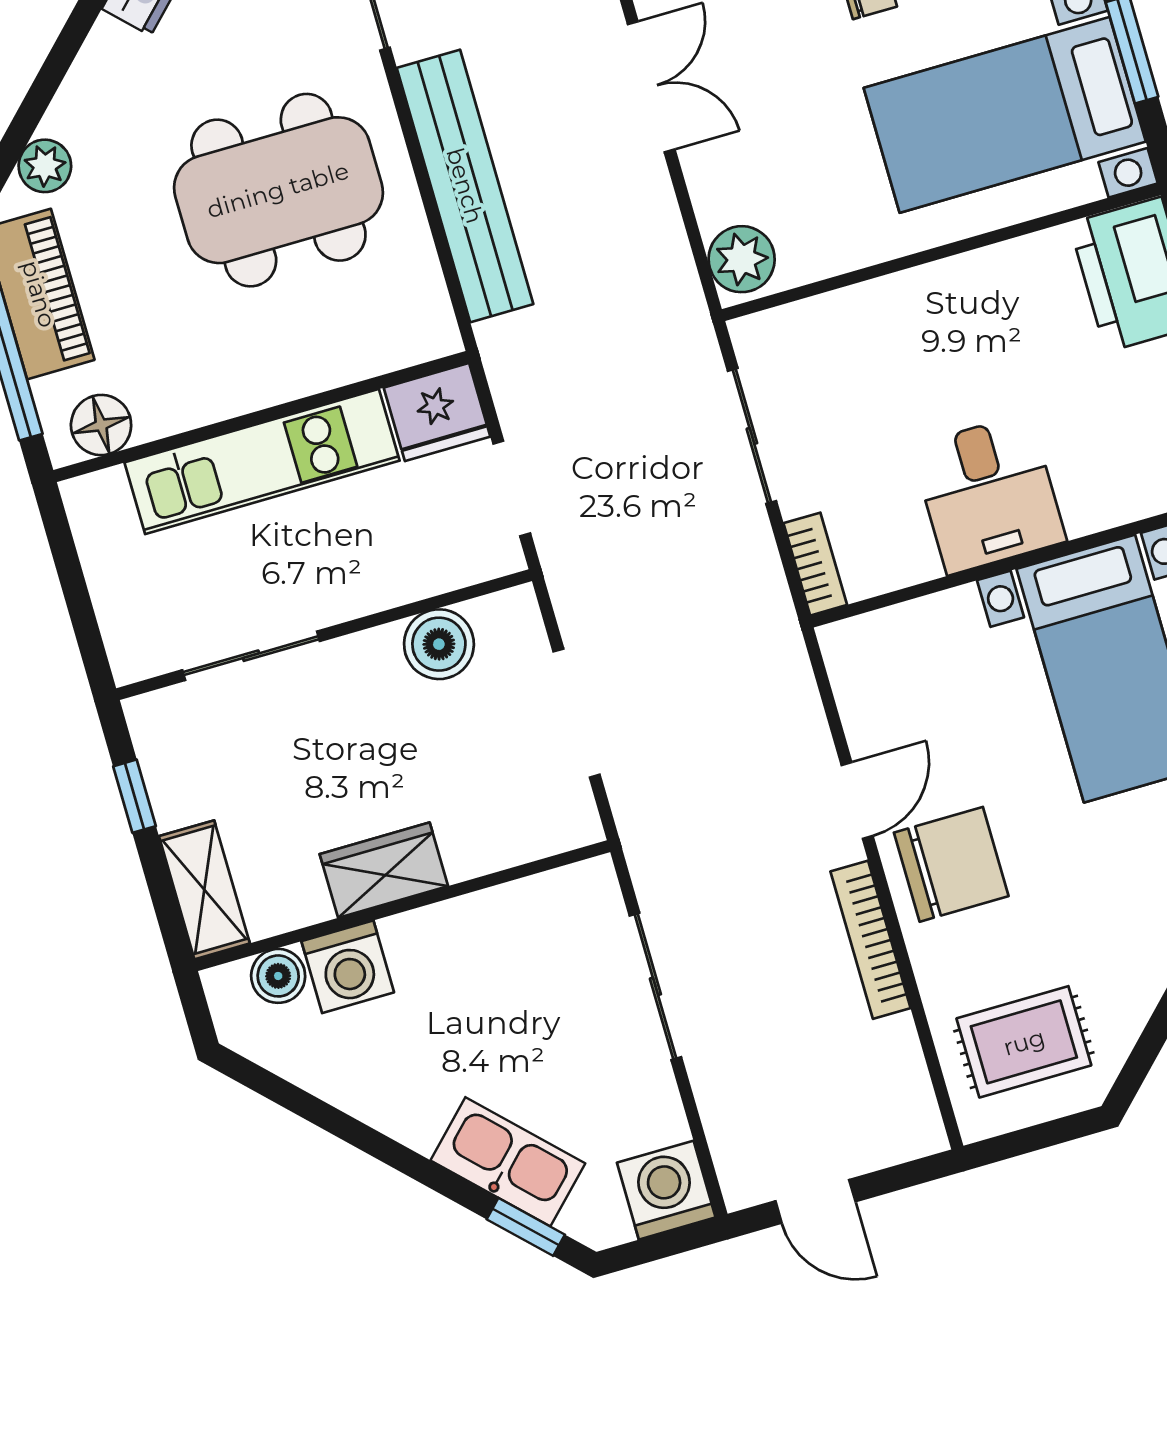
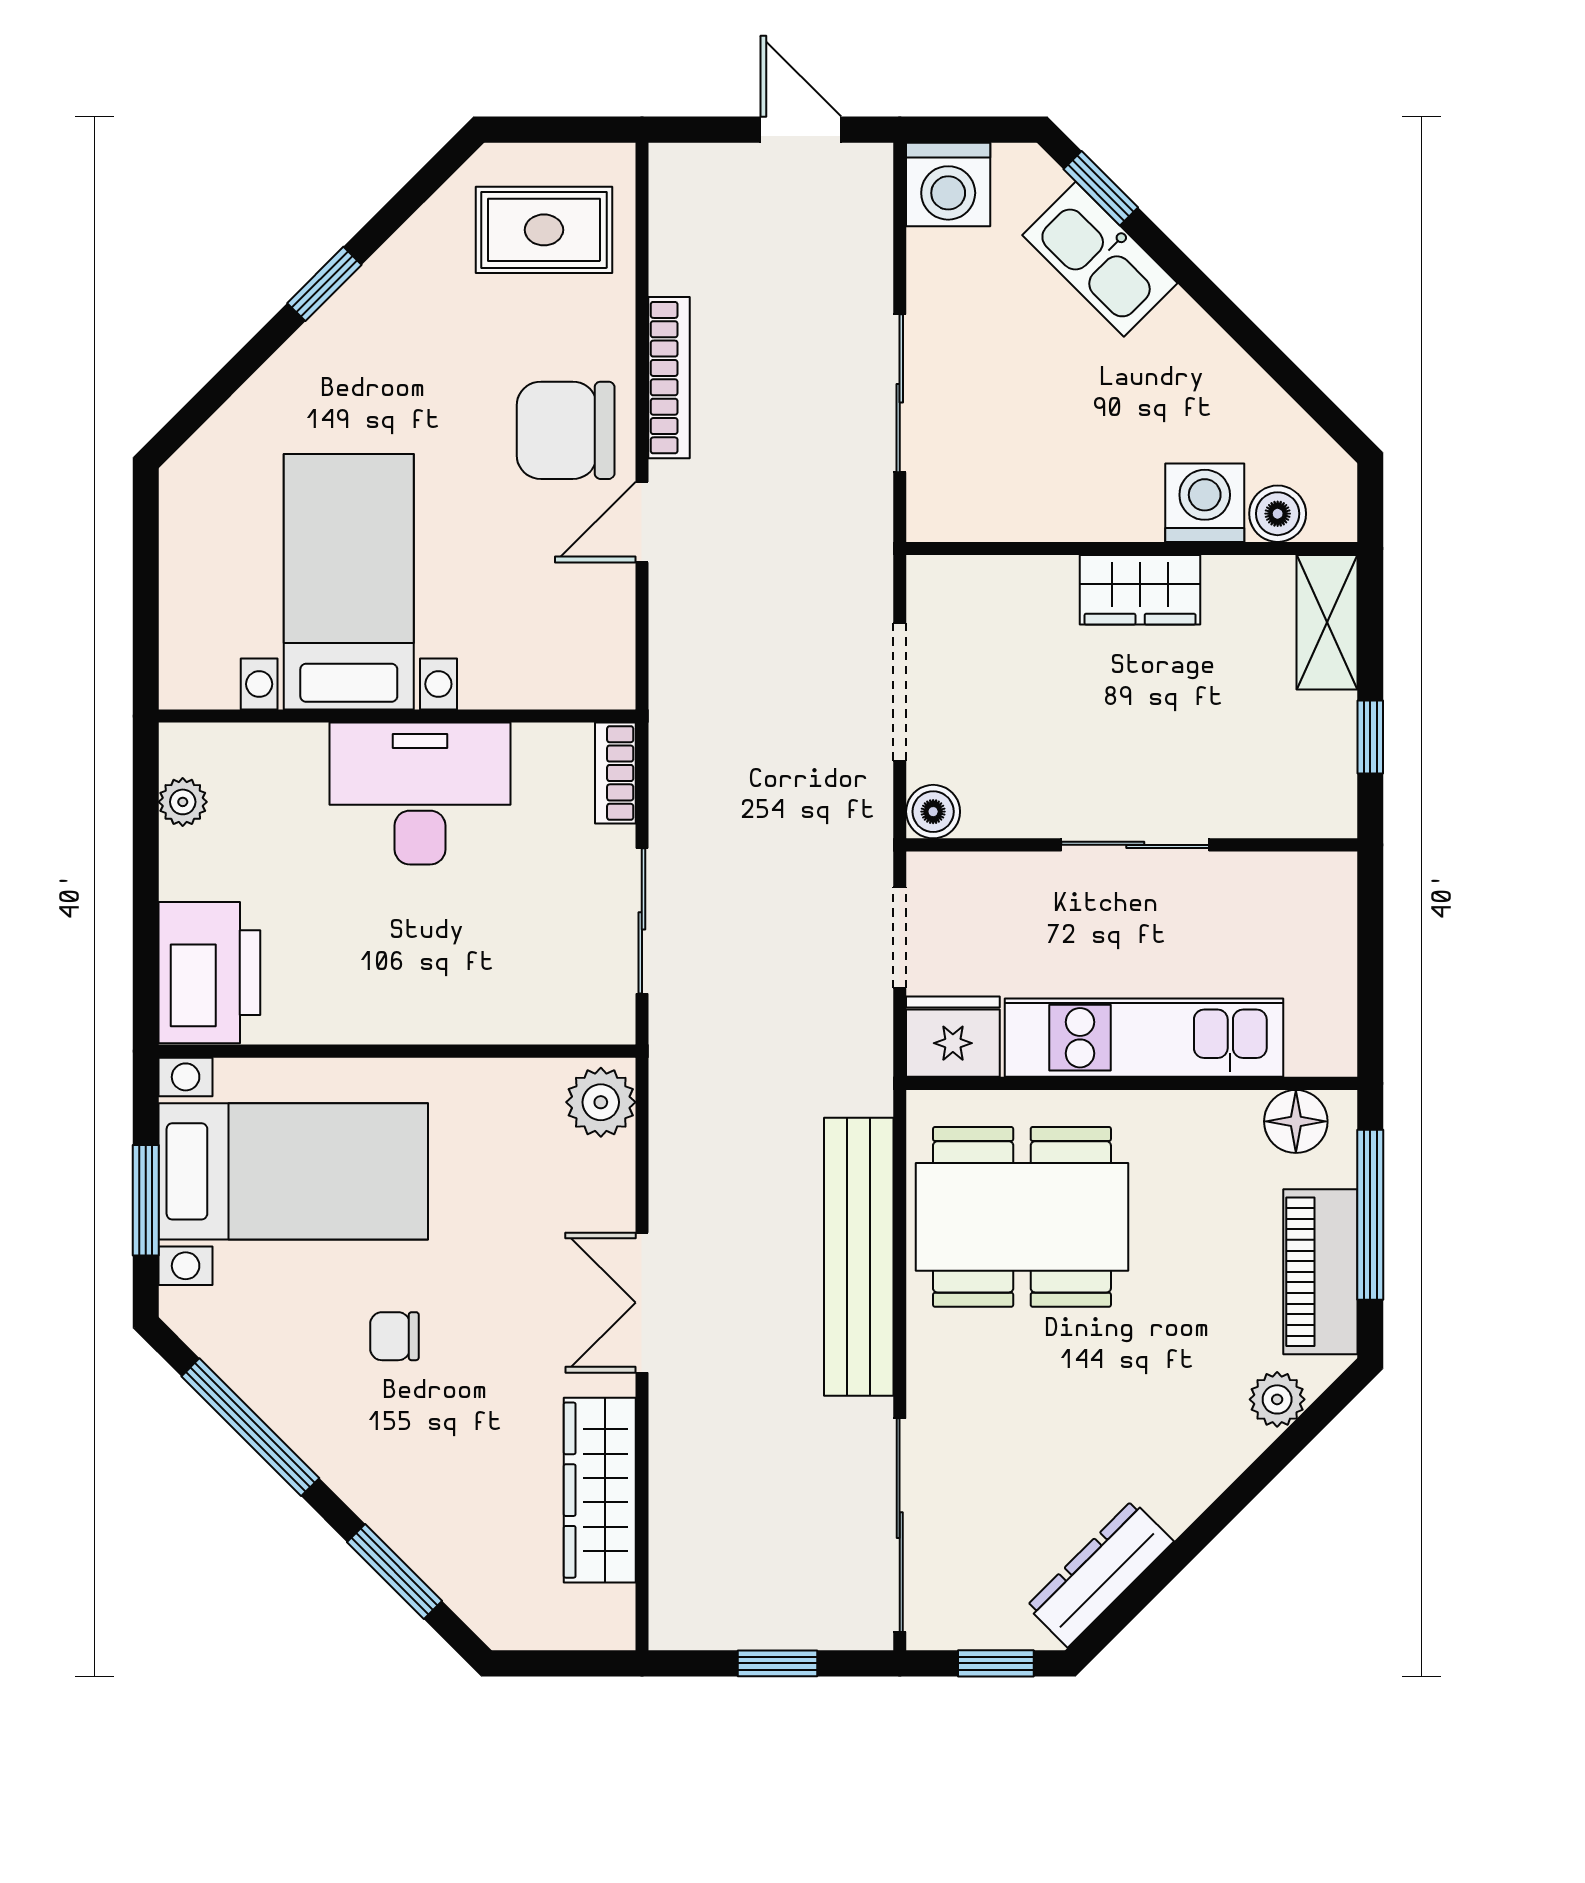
dining table: (278, 190) -> (1022, 1217), moved
desk: (989, 494) -> (420, 794), width x1.37
boiler: (439, 644) -> (933, 812), moved, width x0.73, depth x0.73
sliding door: (251, 656) -> (1135, 845), moved

